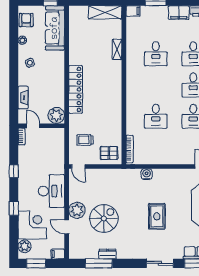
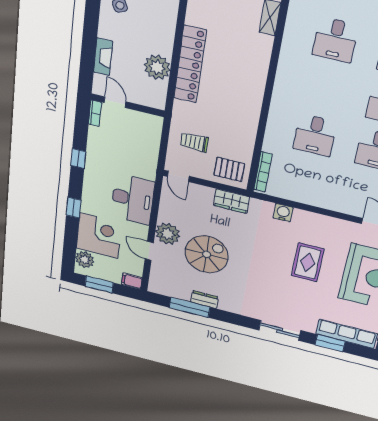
plant: (56, 115) -> (157, 67), moved
wardrobe: (114, 175) -> (232, 201), added
rug: (157, 216) -> (308, 262), moved

